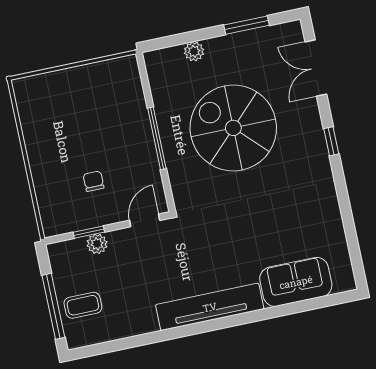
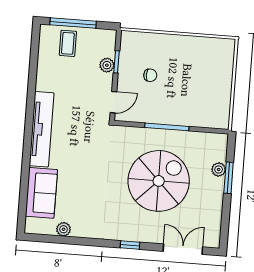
window: (246, 25) -> (229, 178), moved
door: (145, 220) -> (113, 102), hinge flipped
plant: (336, 238) -> (64, 229), added

